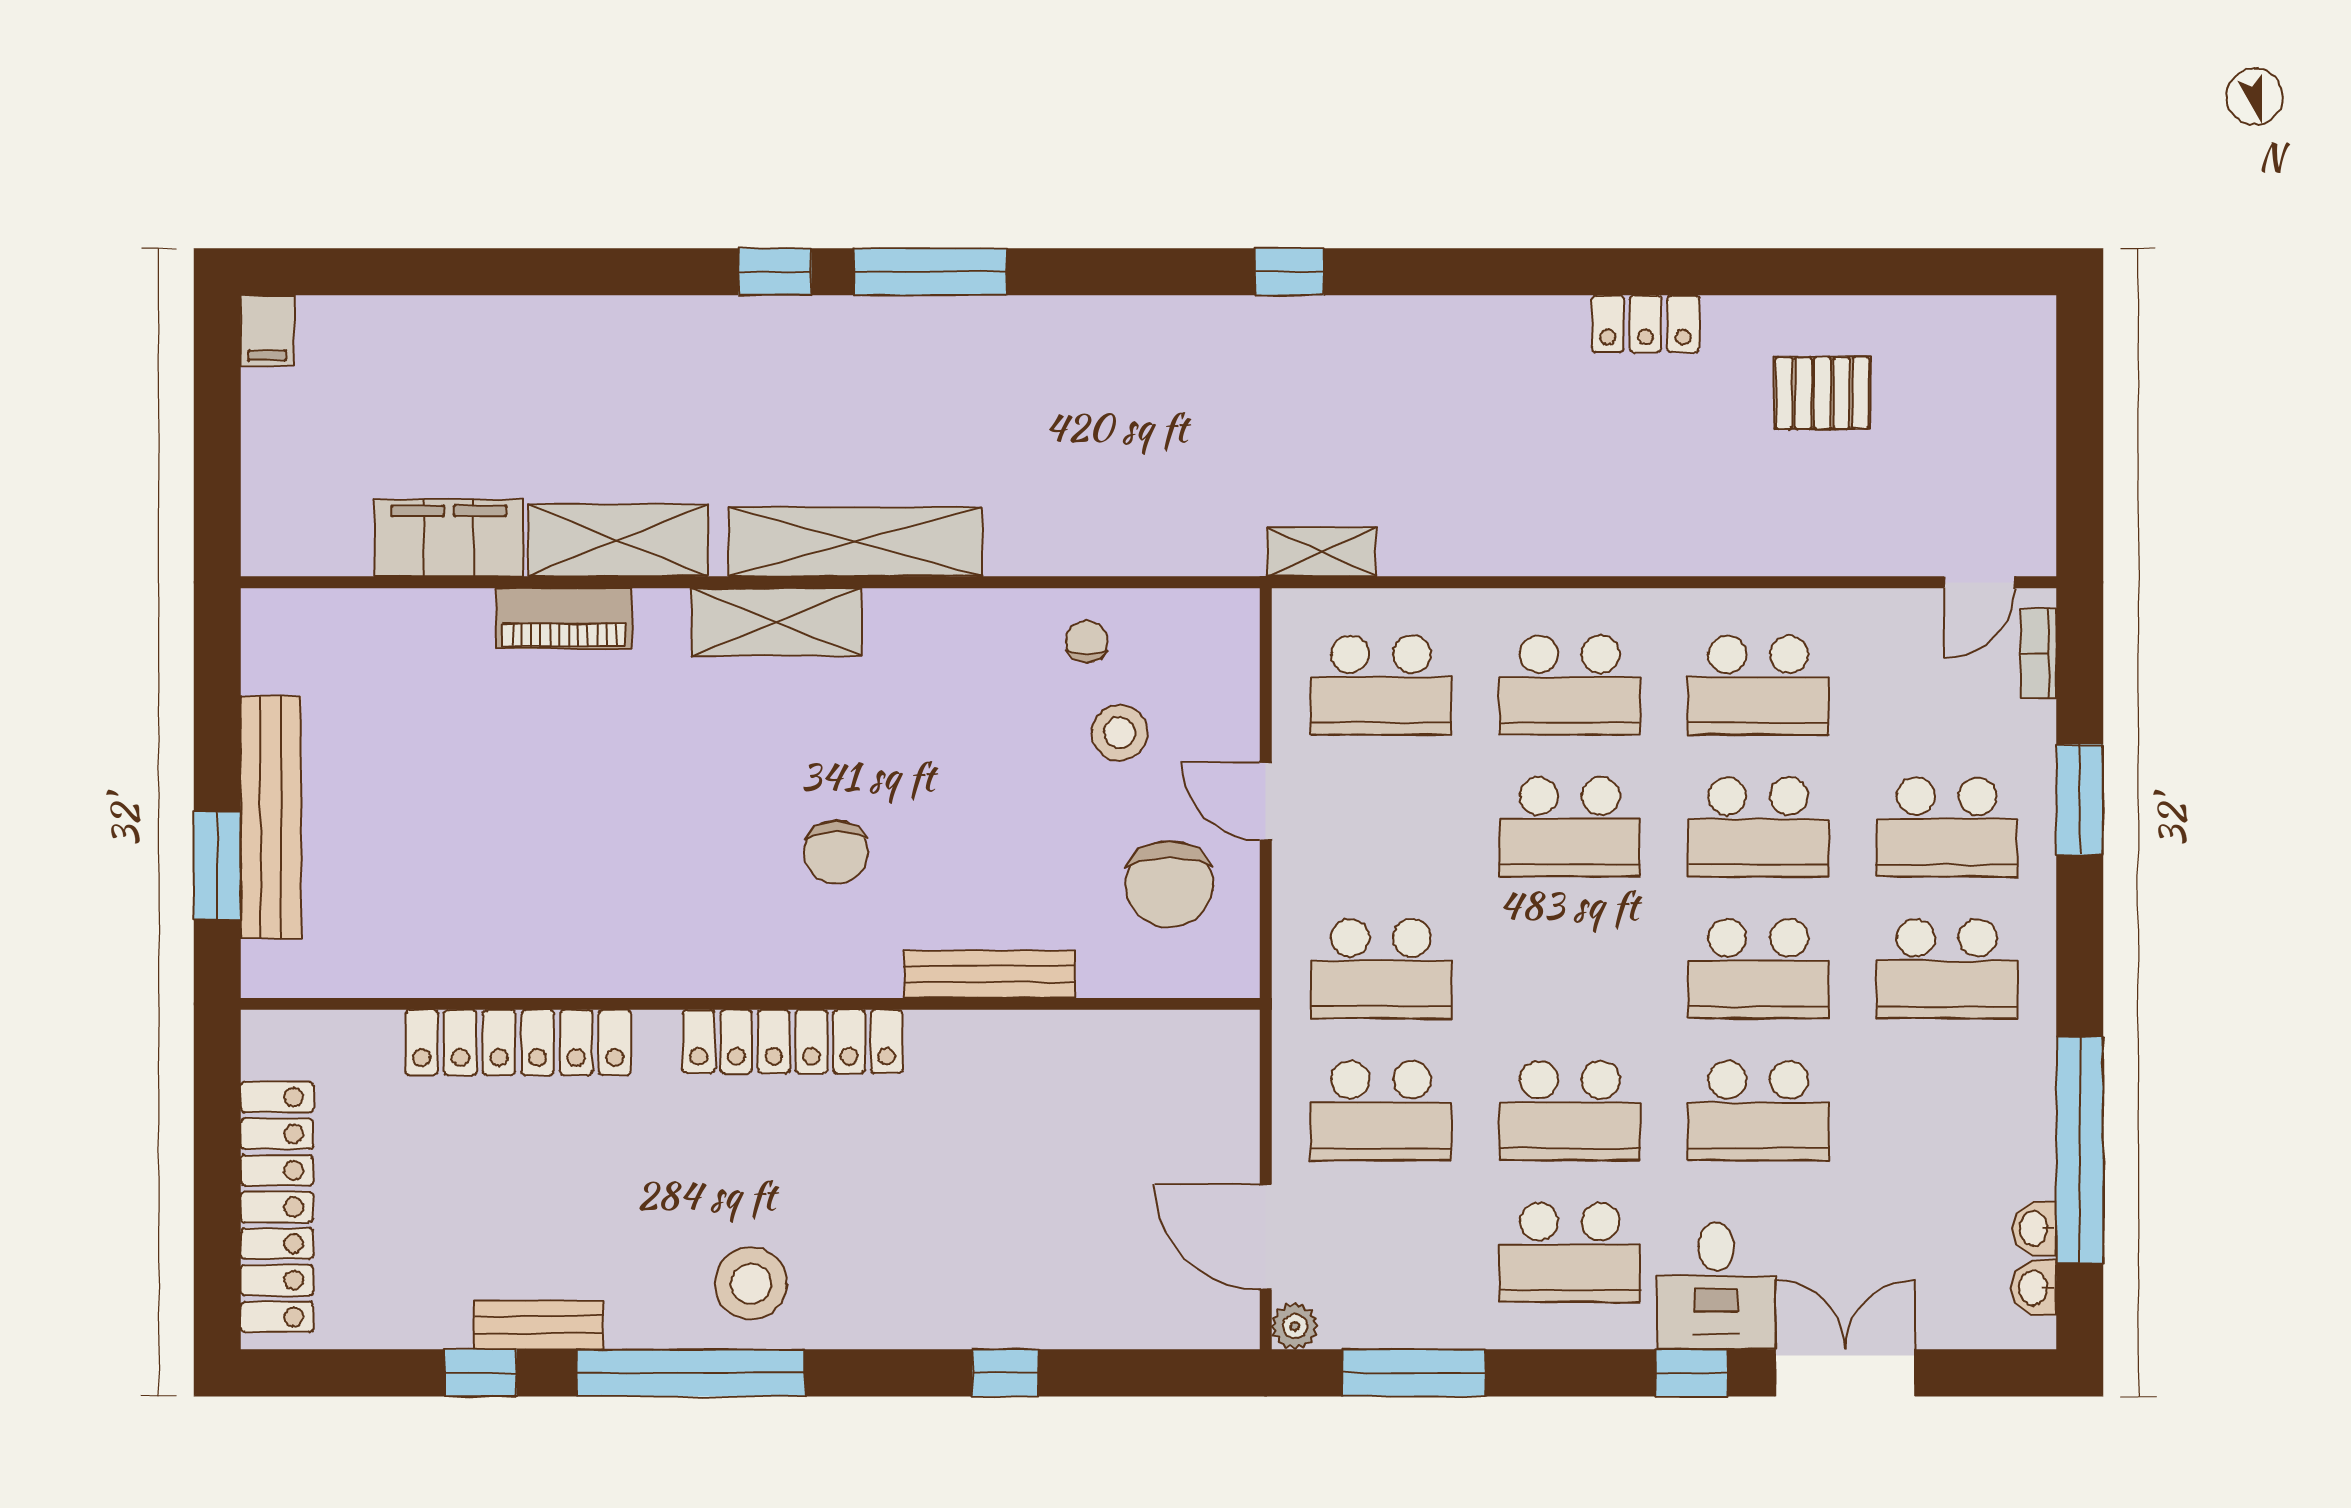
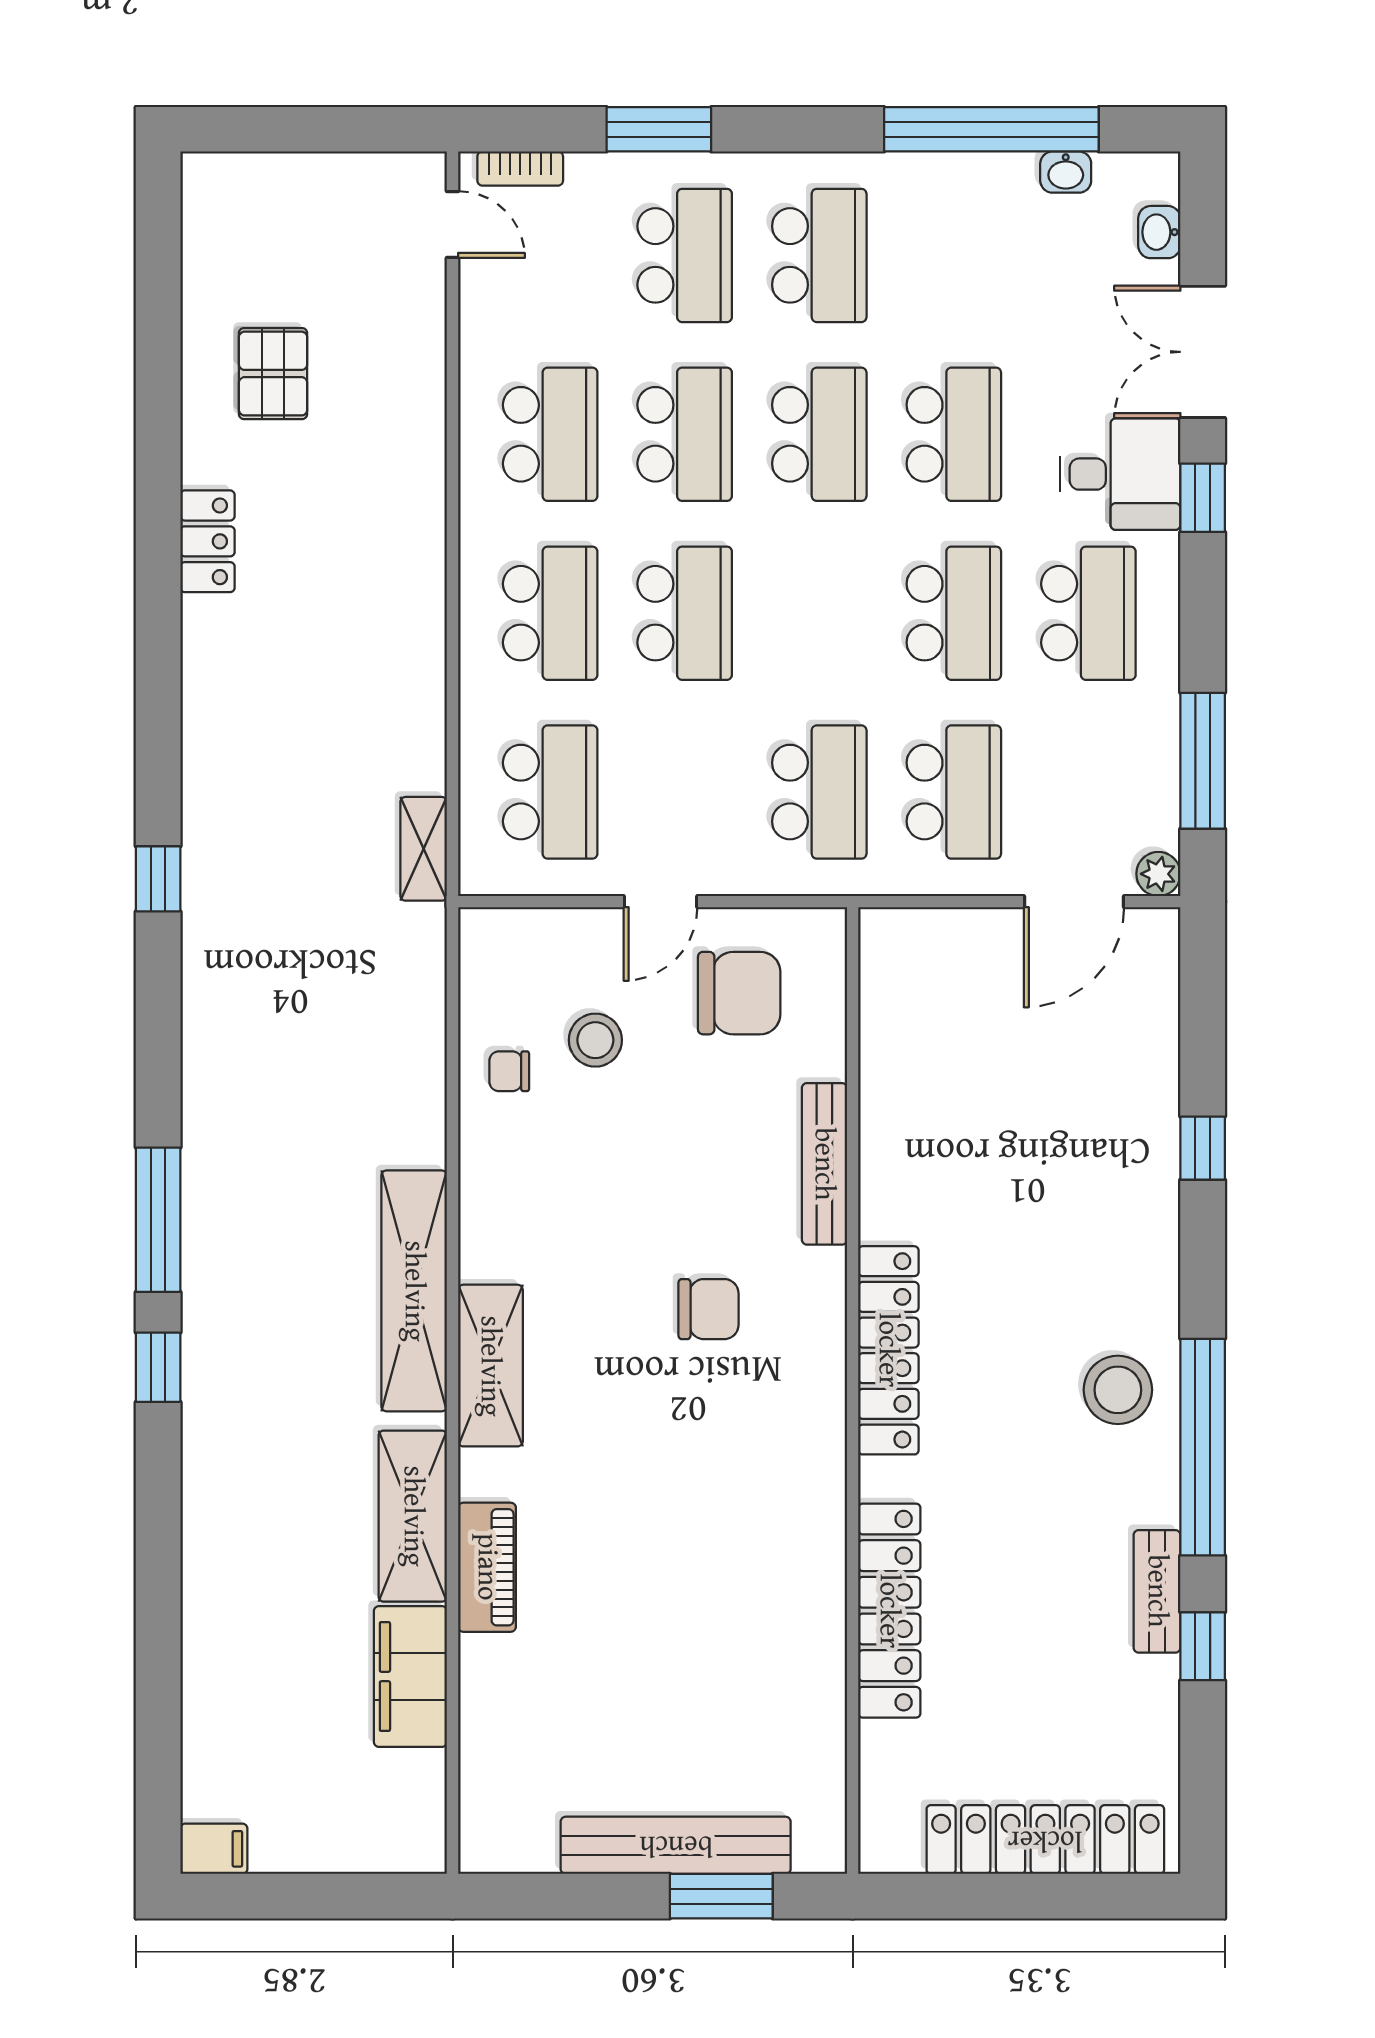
washbasin: (2034, 1288) -> (1159, 232), moved, turned 90

